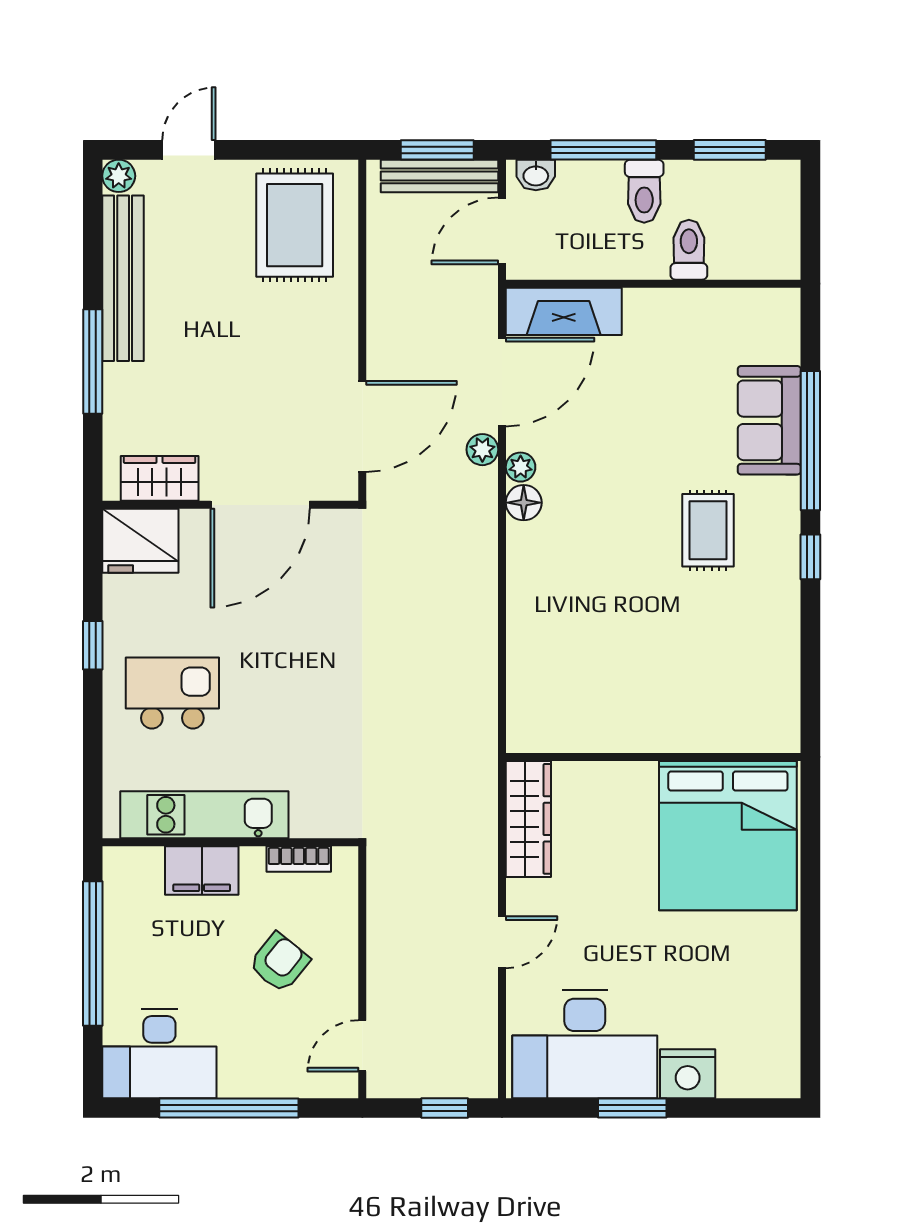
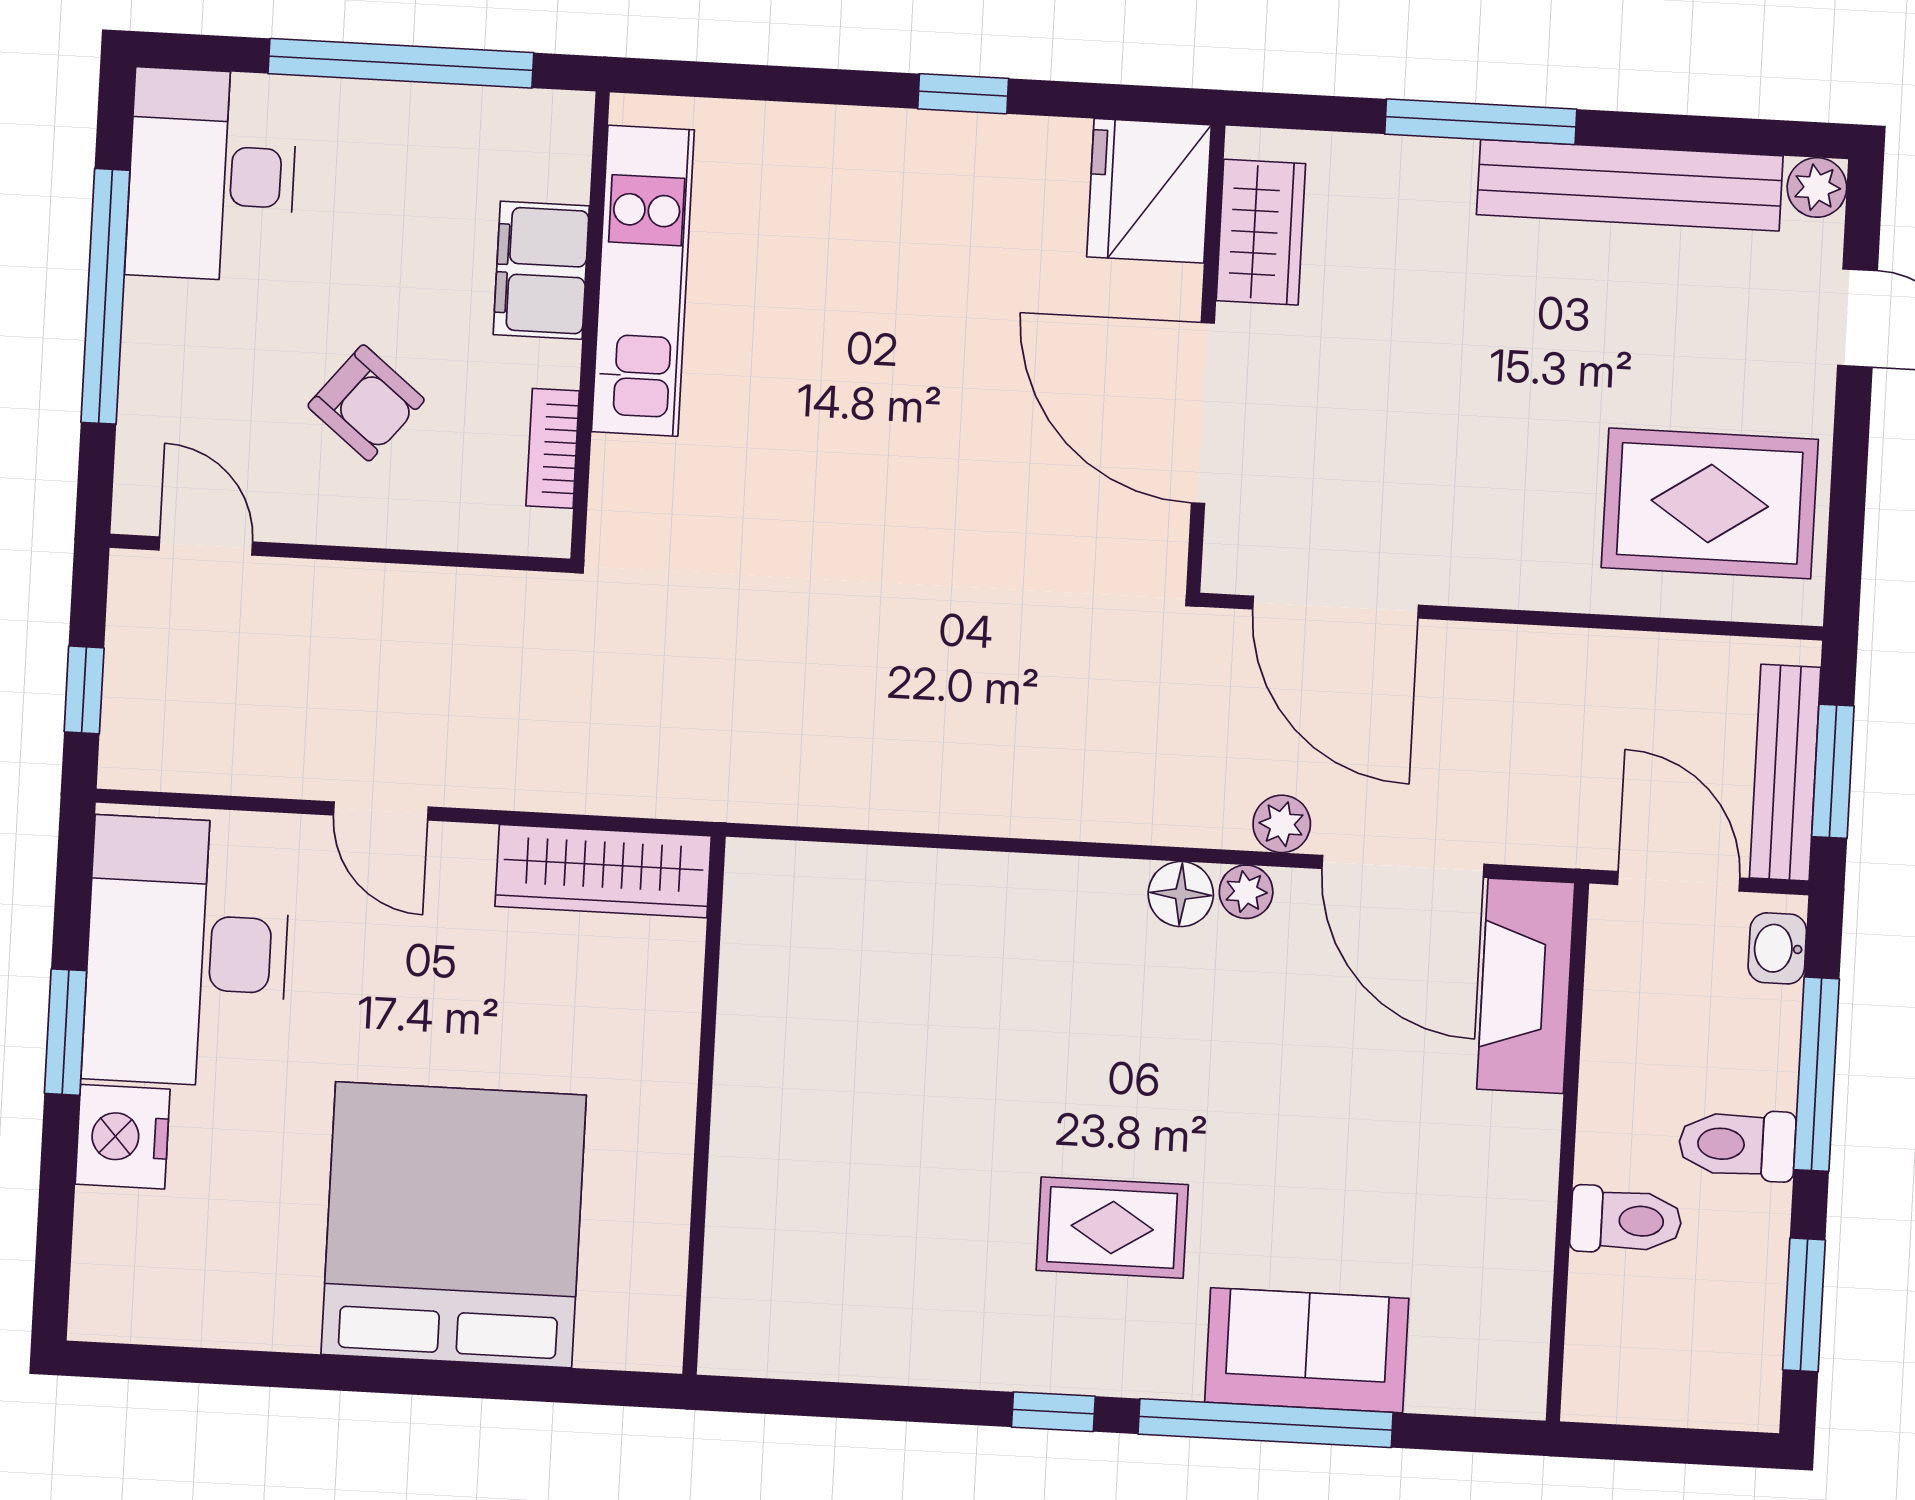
kitchen island: (172, 693) -> (868, 234), removed
bed: (728, 836) -> (454, 1225), moved, turned 90

